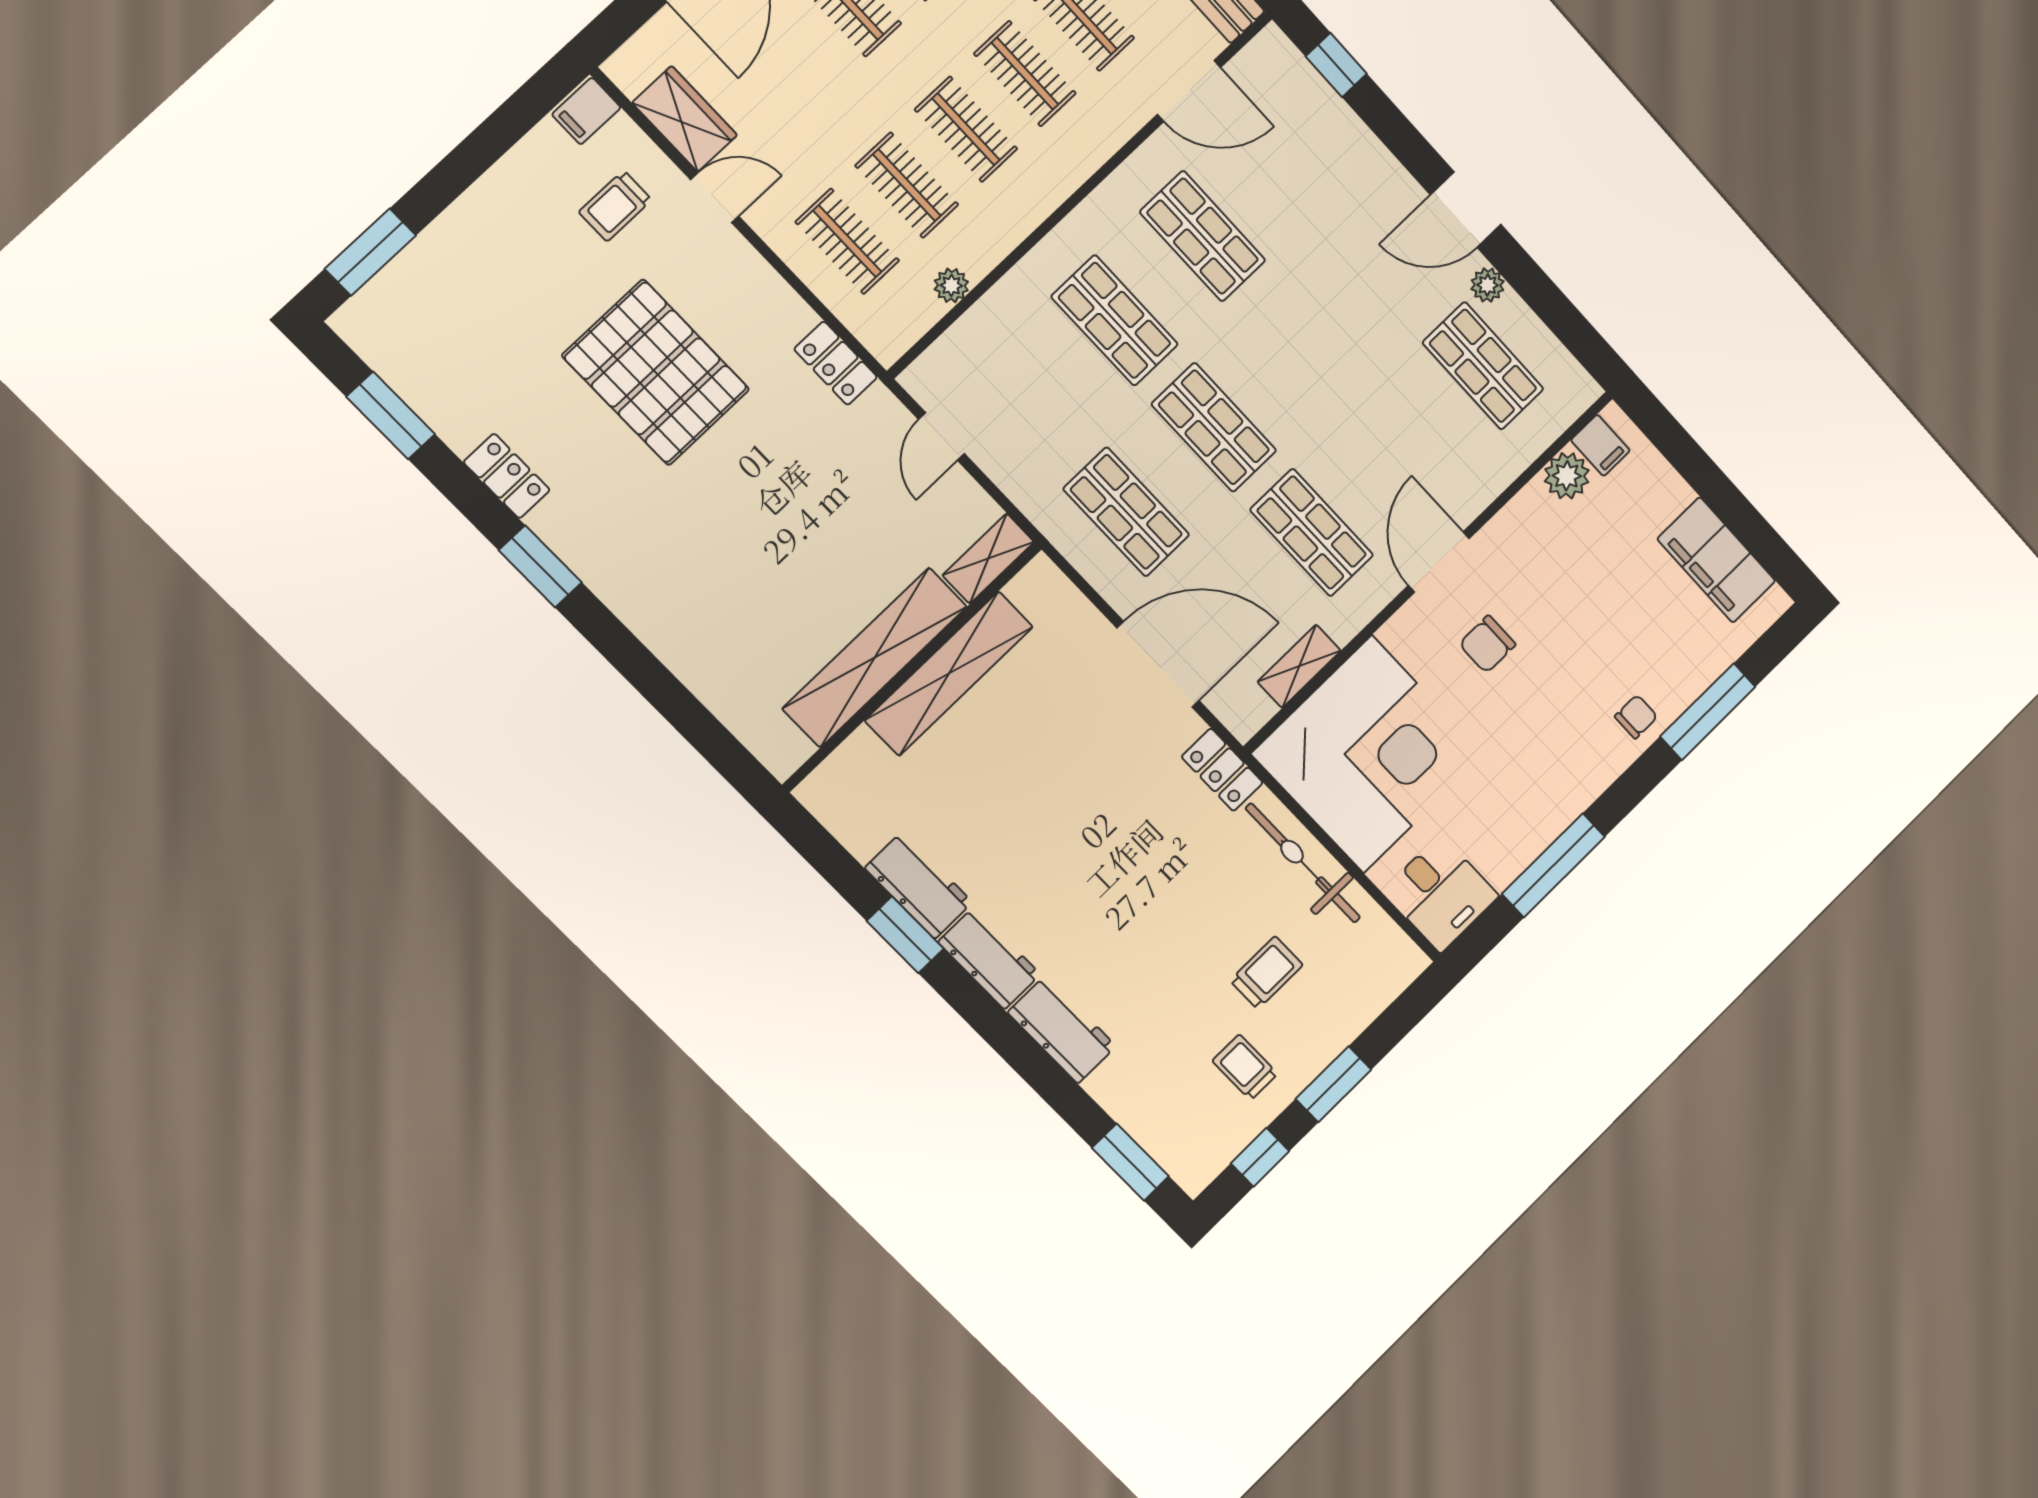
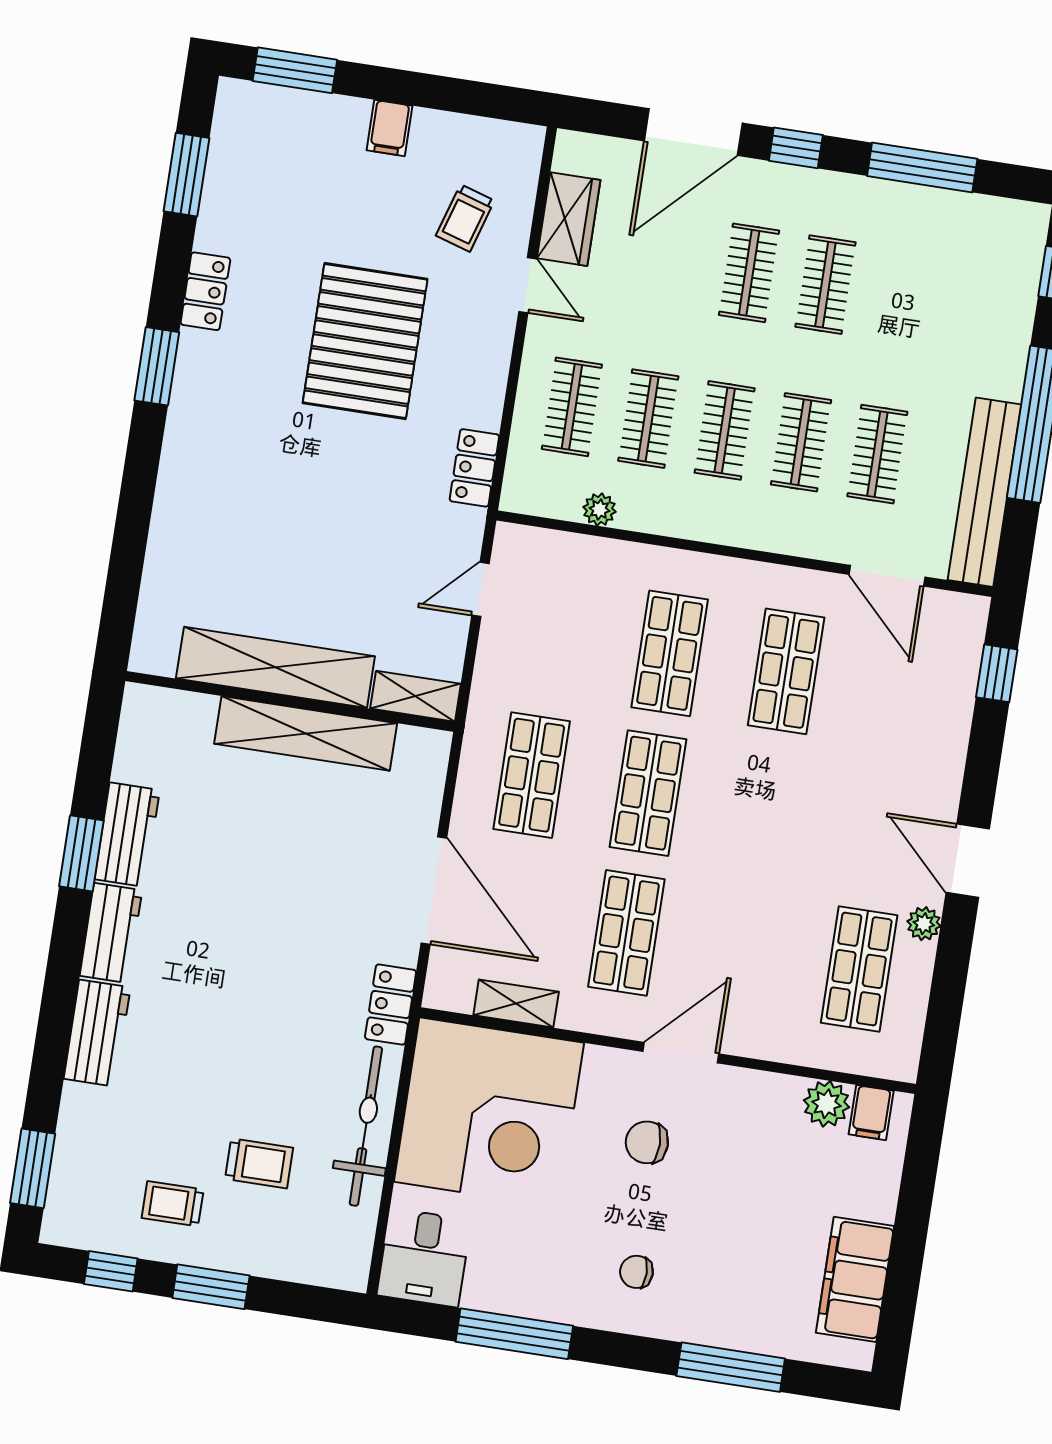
filing cabinet: (586, 111) -> (390, 128), moved, turned -90
trolley: (615, 206) -> (465, 218), turned -73
chair: (1636, 717) -> (636, 1272), moved, turned 180
trolley: (1245, 1067) -> (173, 1204), turned -90

